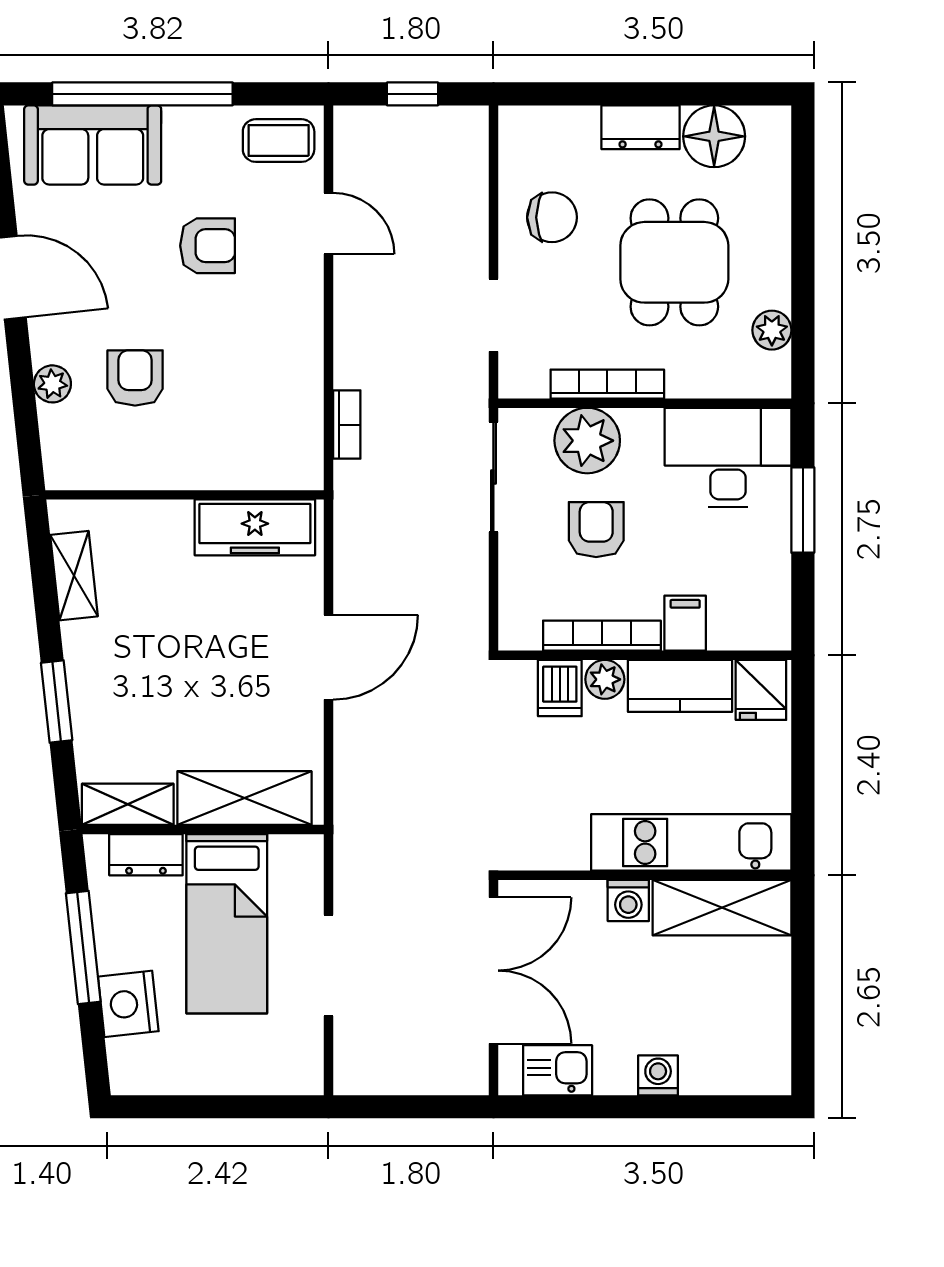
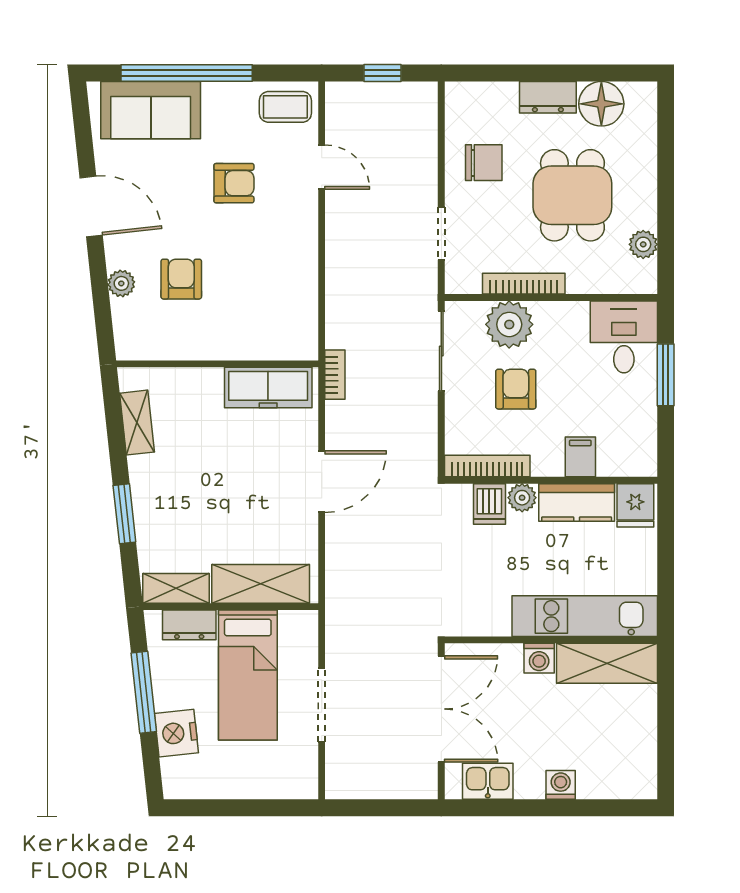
bookcase: (347, 425) -> (335, 375), moved
desk: (728, 458) -> (624, 337), width x0.73
bookcase: (602, 636) -> (487, 466), moved

